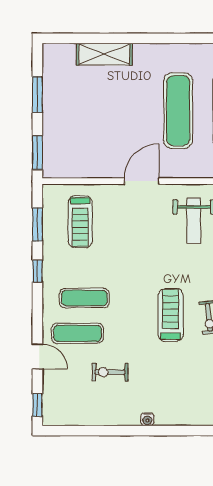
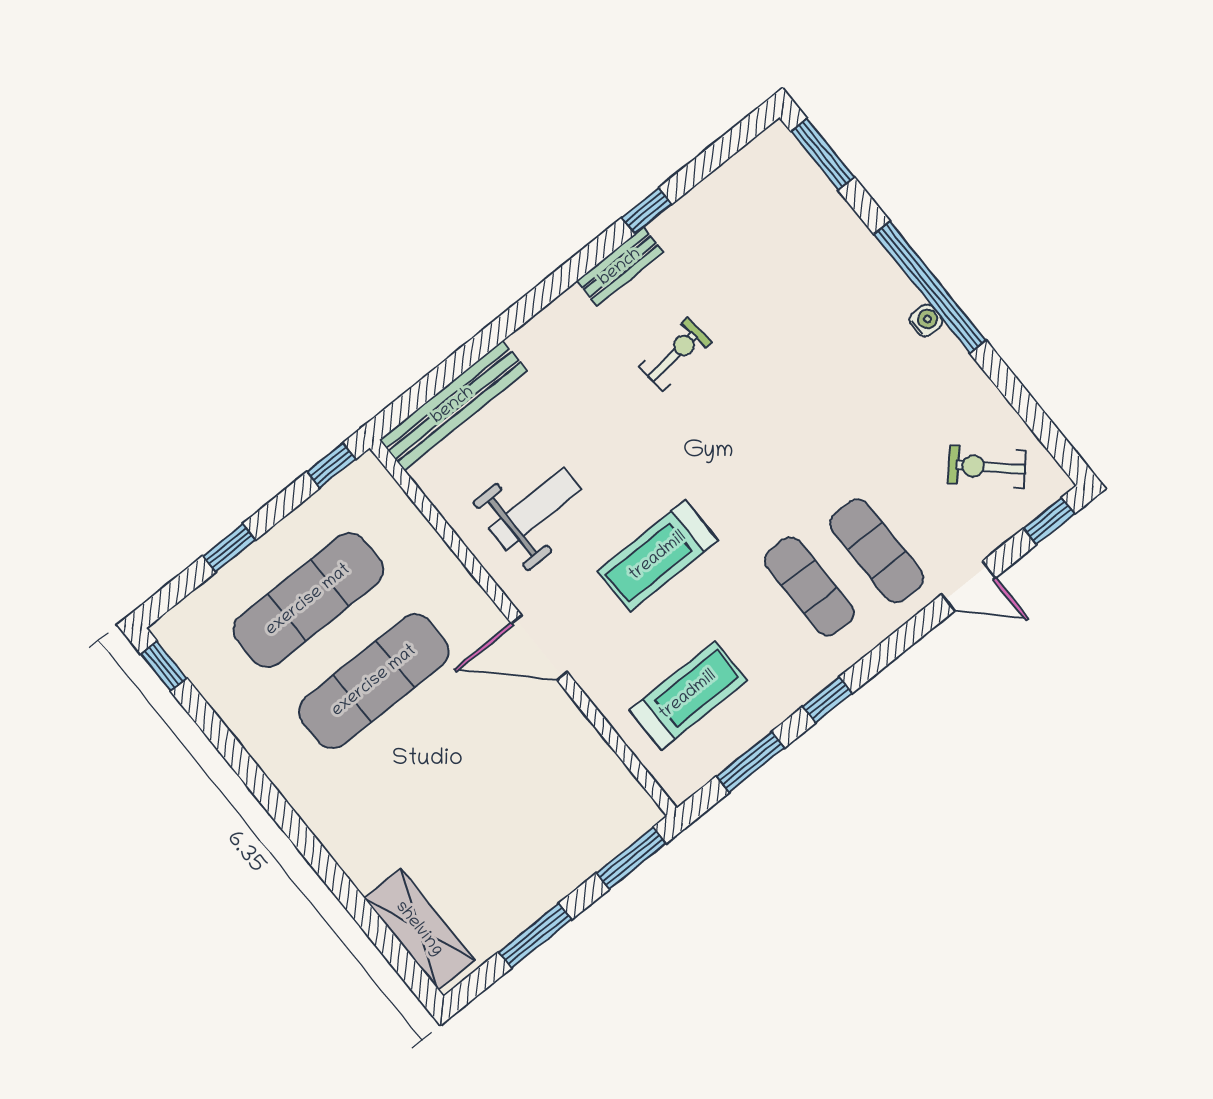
shelving: (104, 54) -> (419, 929), moved
treadmill: (171, 315) -> (658, 556), moved
door: (37, 356) -> (969, 586), swing flipped
exercise bike: (110, 372) -> (987, 467), moved, turned 133
window: (158, 431) -> (930, 287), added

